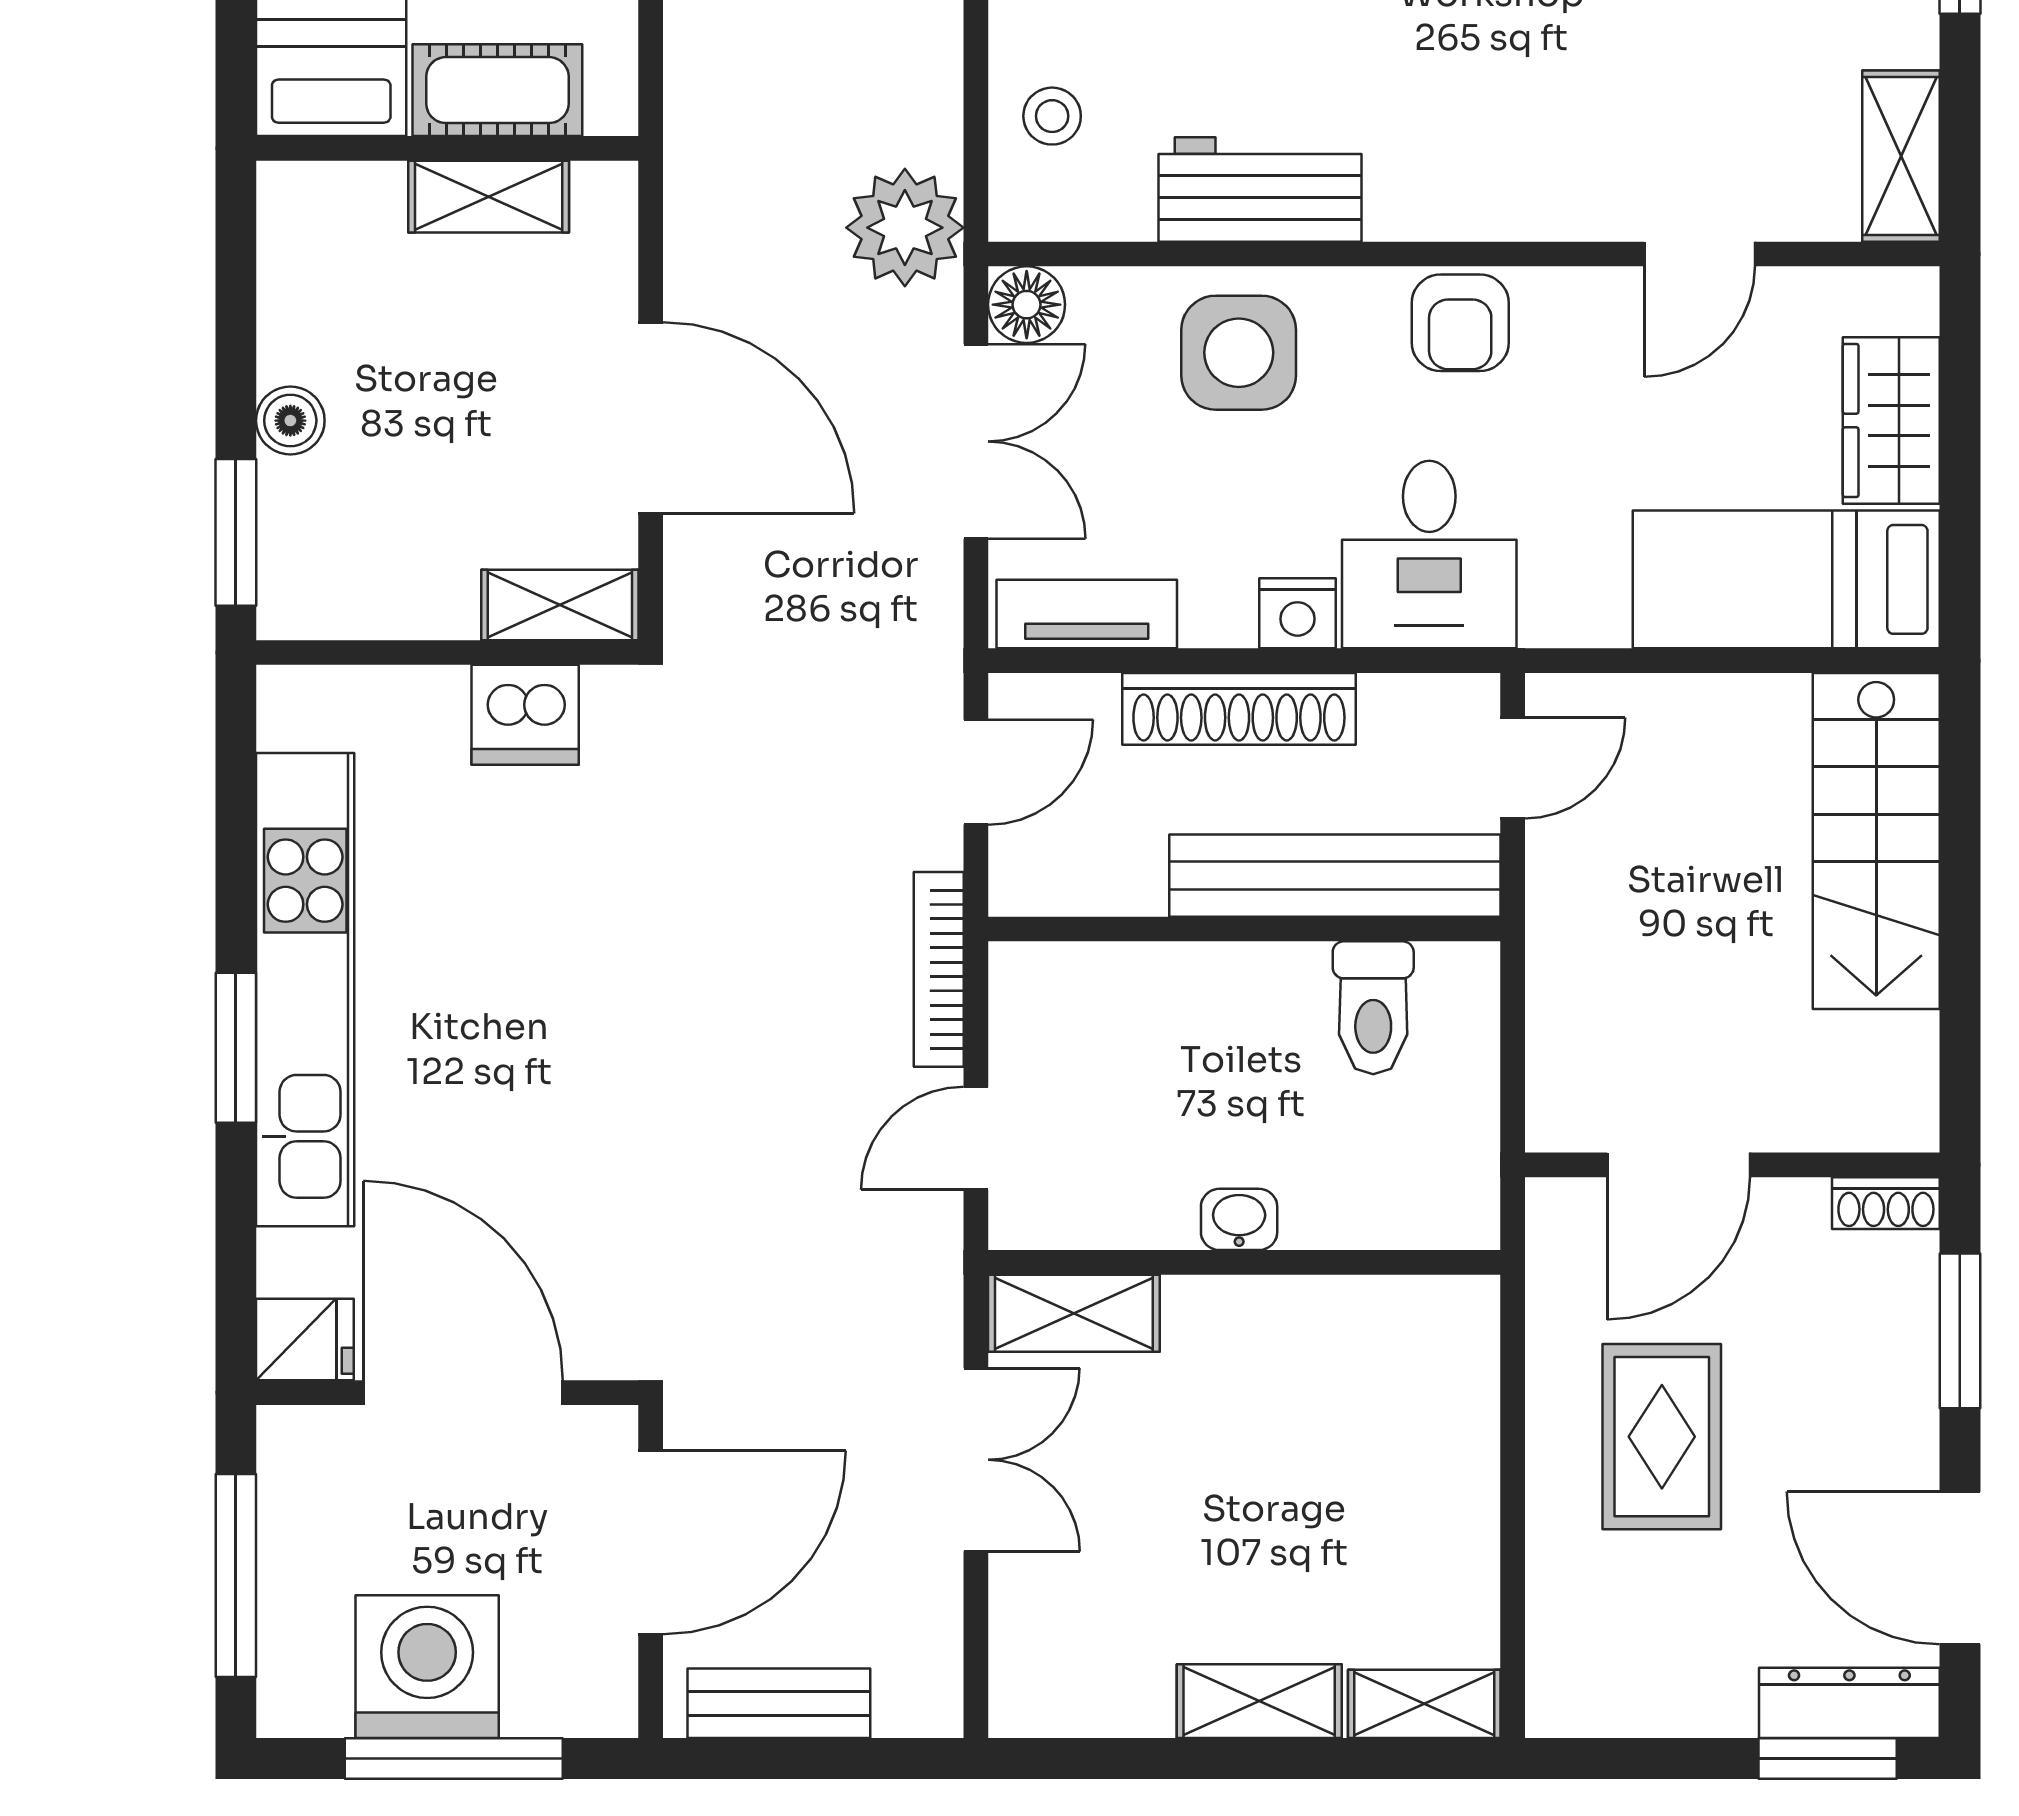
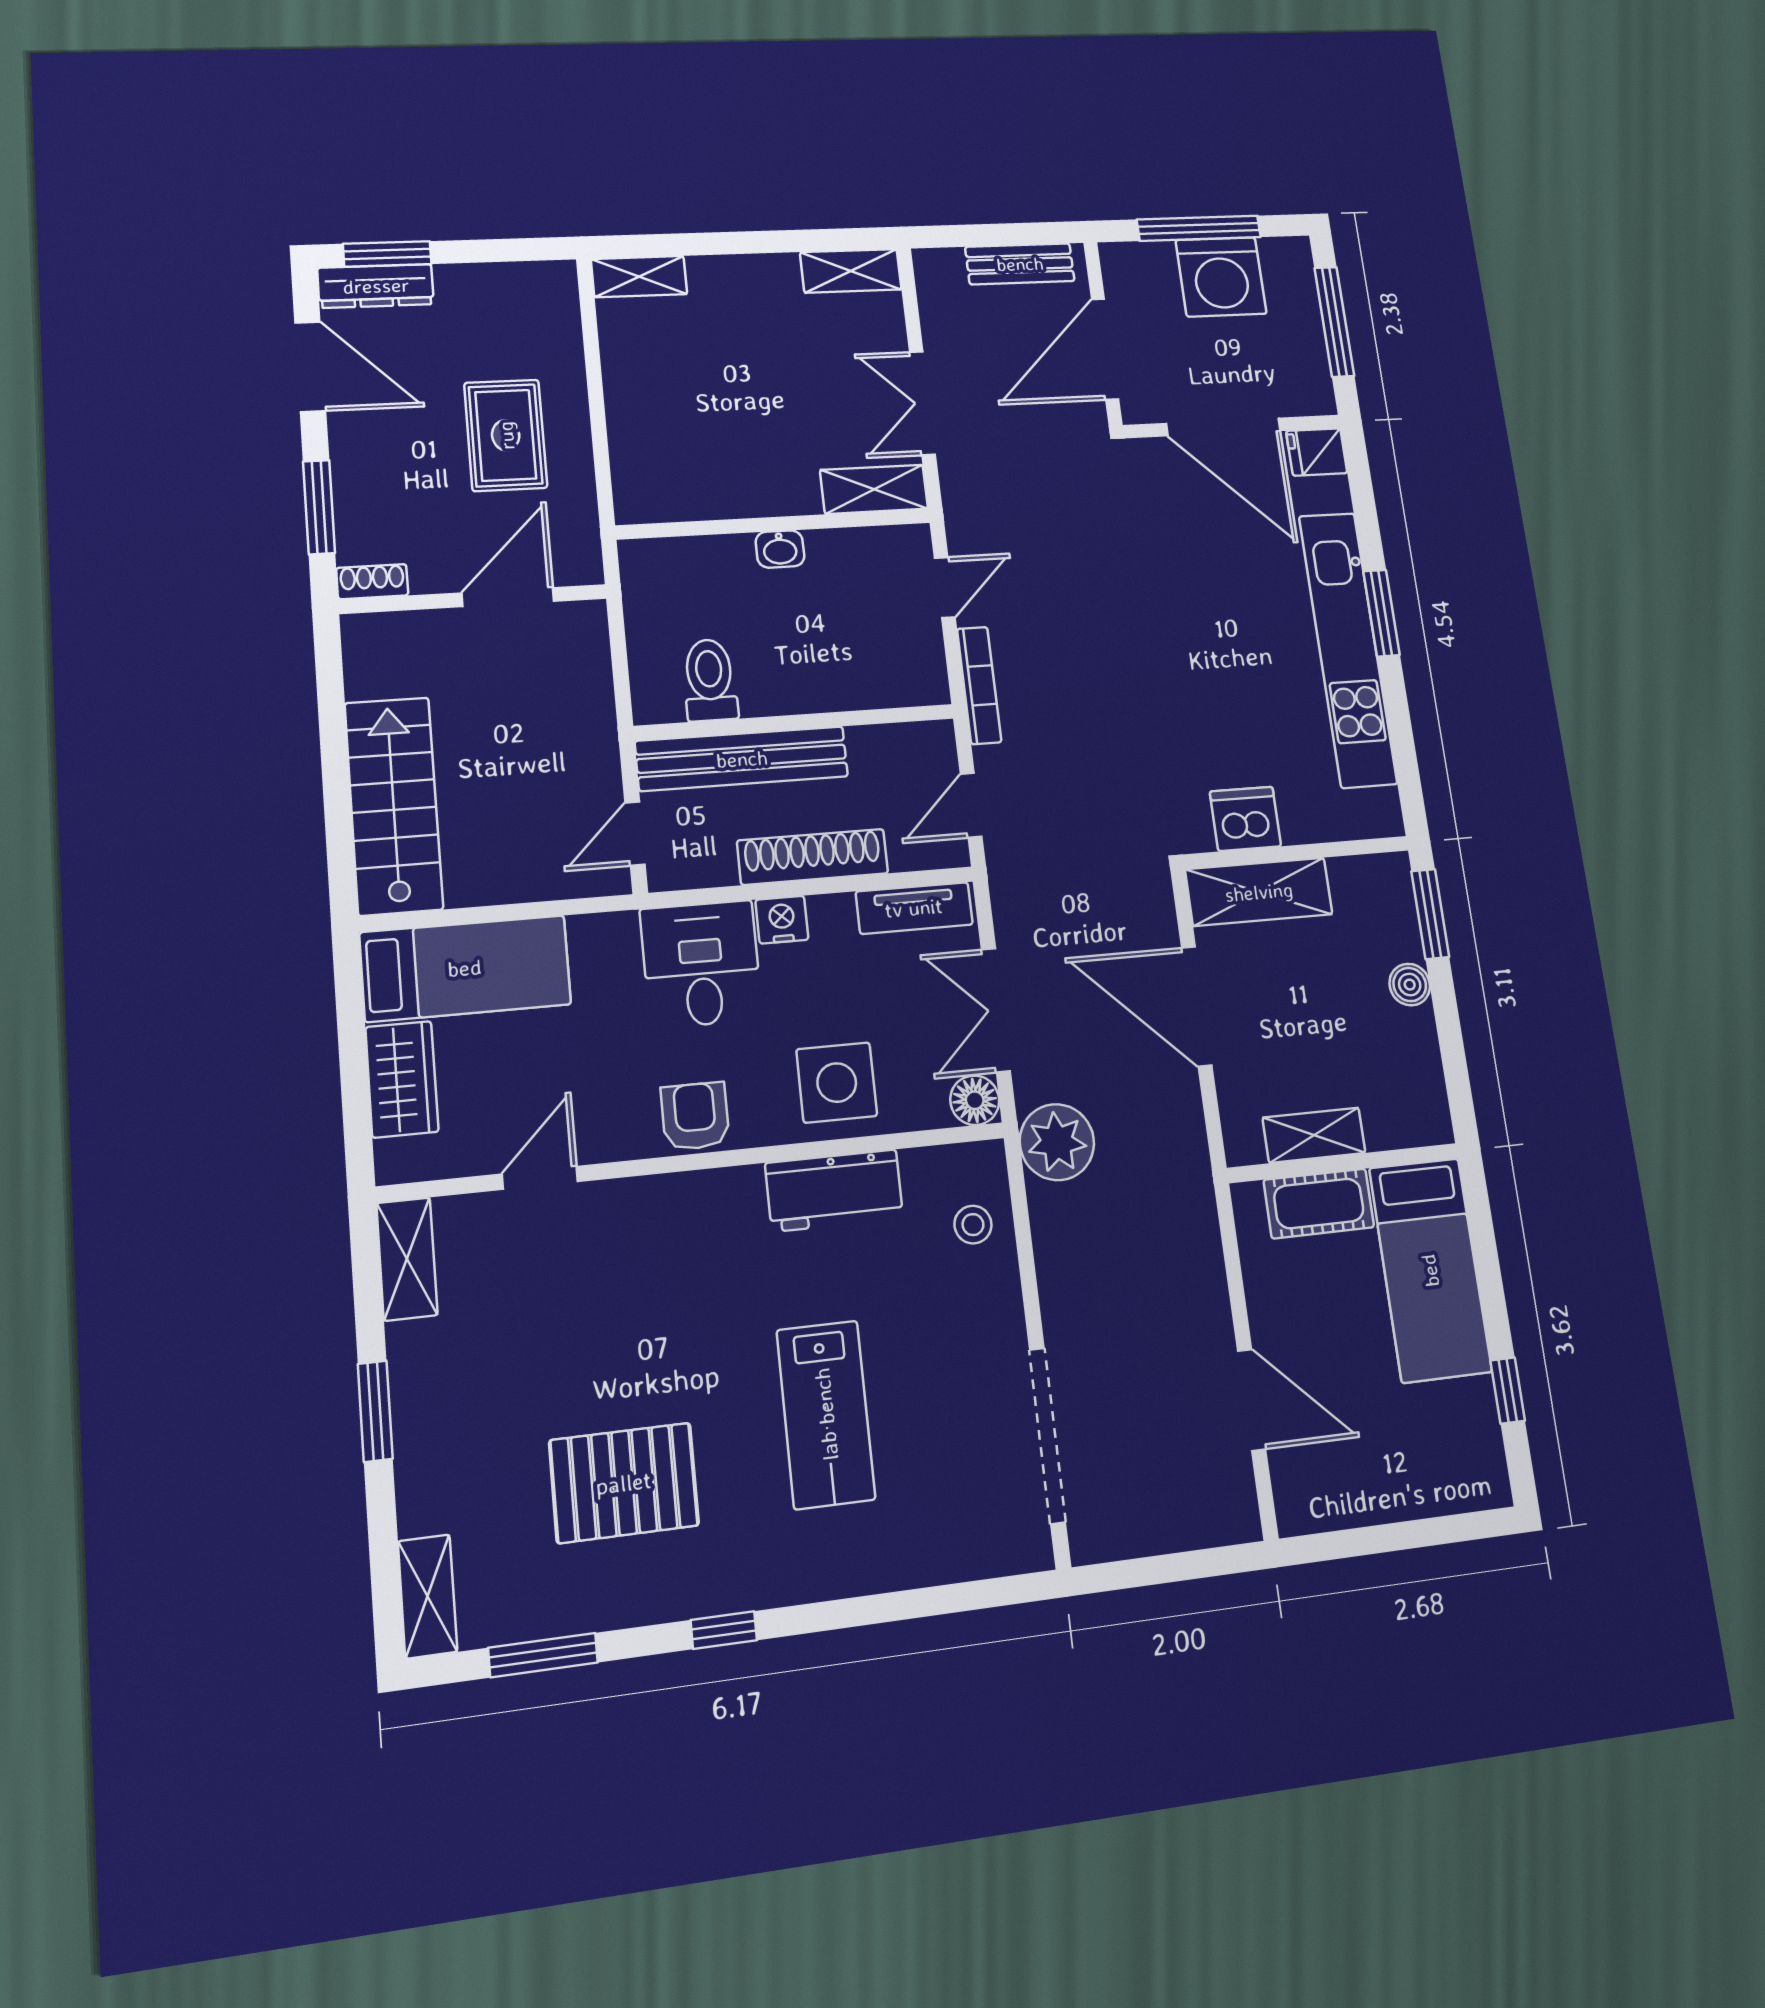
shelving: (560, 605) -> (1259, 892), width x1.50, depth x1.33
shelving: (1259, 1701) -> (851, 271), moved

